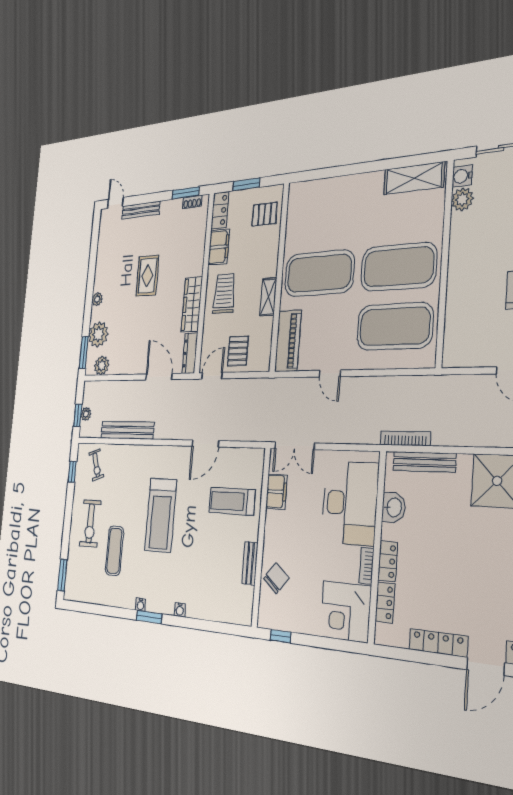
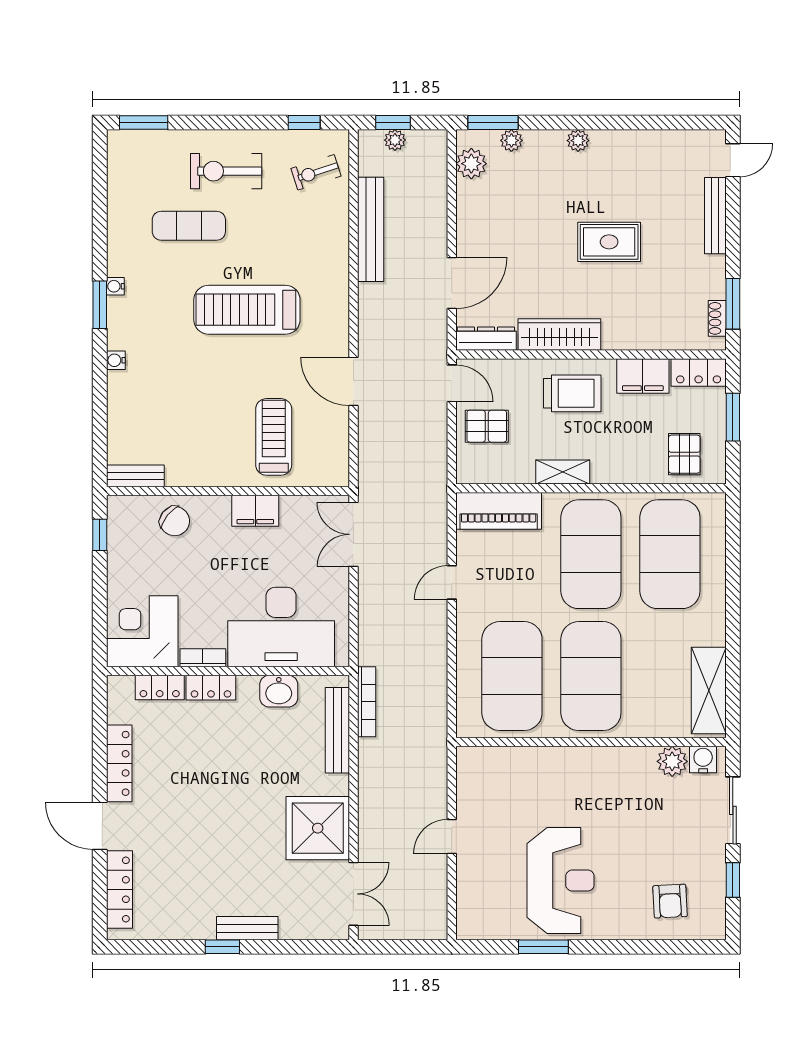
exercise mat: (323, 217) -> (670, 554), added
plant: (98, 334) -> (511, 140), width x0.53, depth x0.53
filing cabinet: (276, 492) -> (255, 511), moved
bench: (250, 563) -> (135, 476), moved

